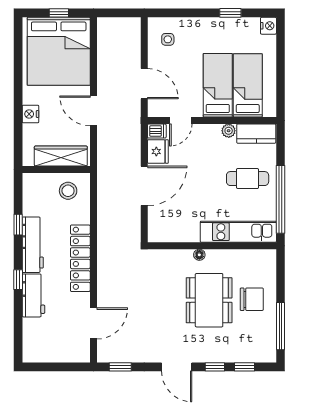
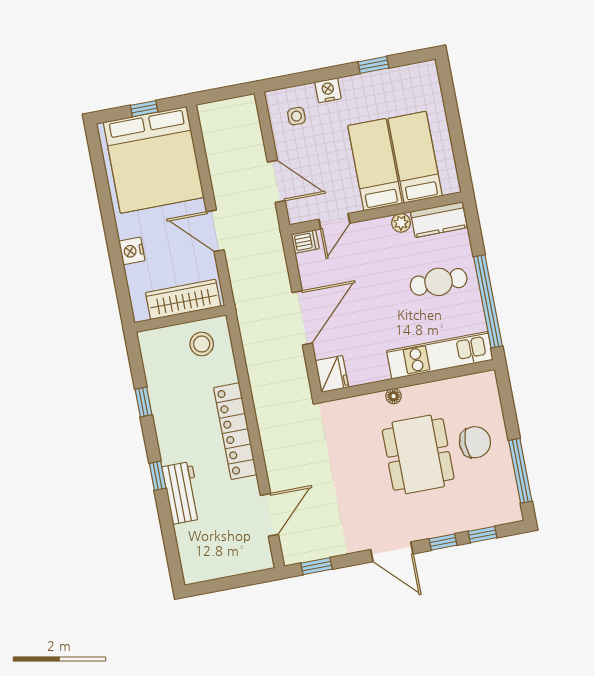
nightstand: (268, 26) -> (328, 90), moved, turned -90
fridge: (158, 151) -> (332, 374), moved
workbench: (33, 245) -> (168, 425), removed

